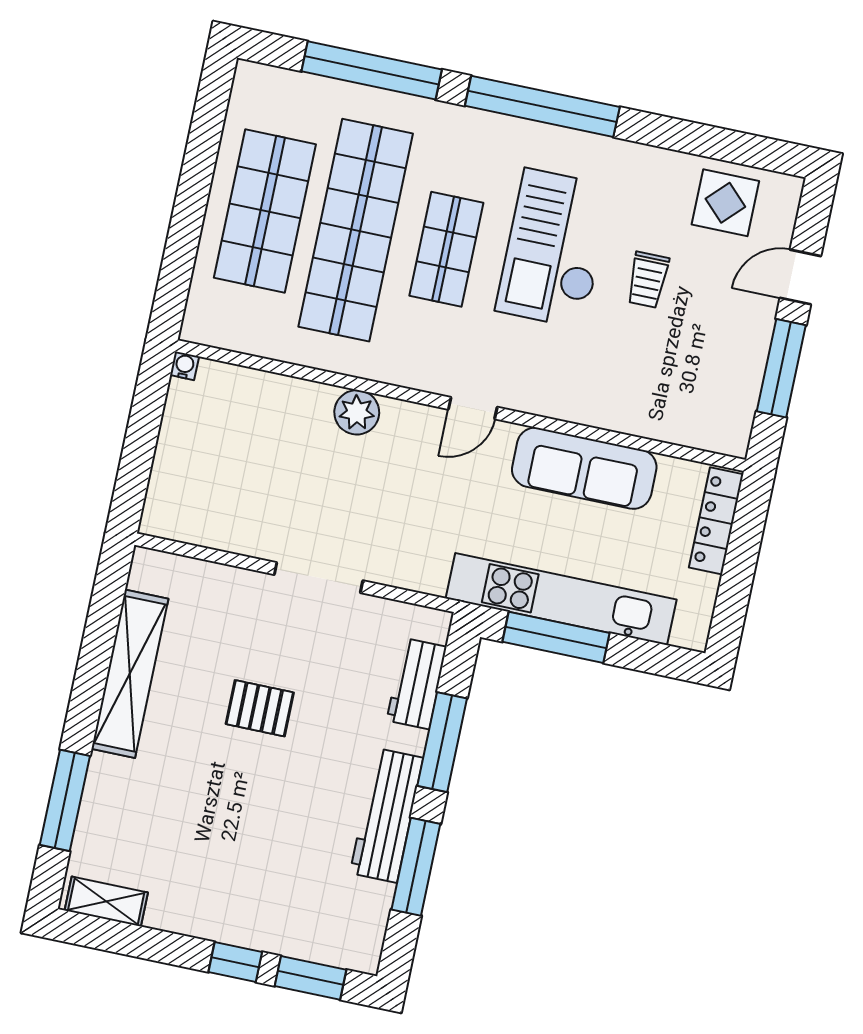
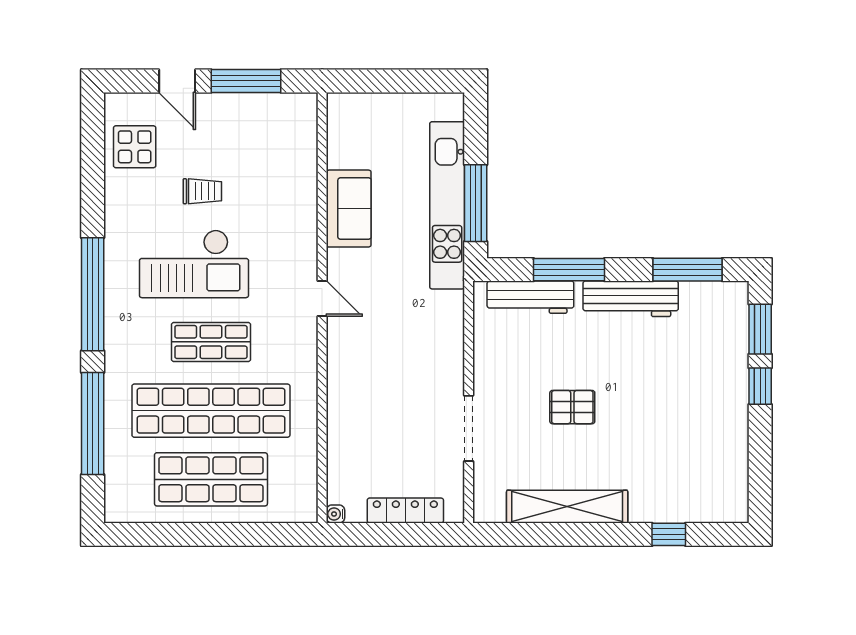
plant: (357, 412) -> (343, 382), removed
sofa: (584, 468) -> (349, 209), width x0.73
locker: (716, 521) -> (405, 510), moved, turned 180
doorway: (318, 578) -> (469, 428), moved
workbench: (417, 684) -> (530, 297), width x1.37
pallet: (260, 708) -> (572, 407), turned 90
window: (65, 800) -> (669, 534), width x0.46
window: (416, 867) -> (688, 270), moved
shelving: (106, 901) -> (736, 489), removed

